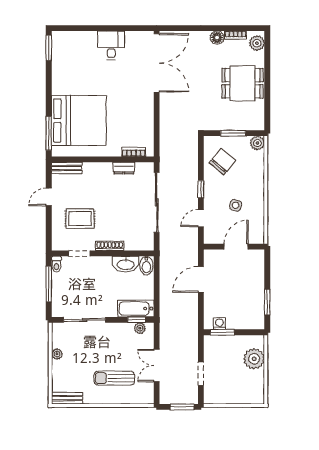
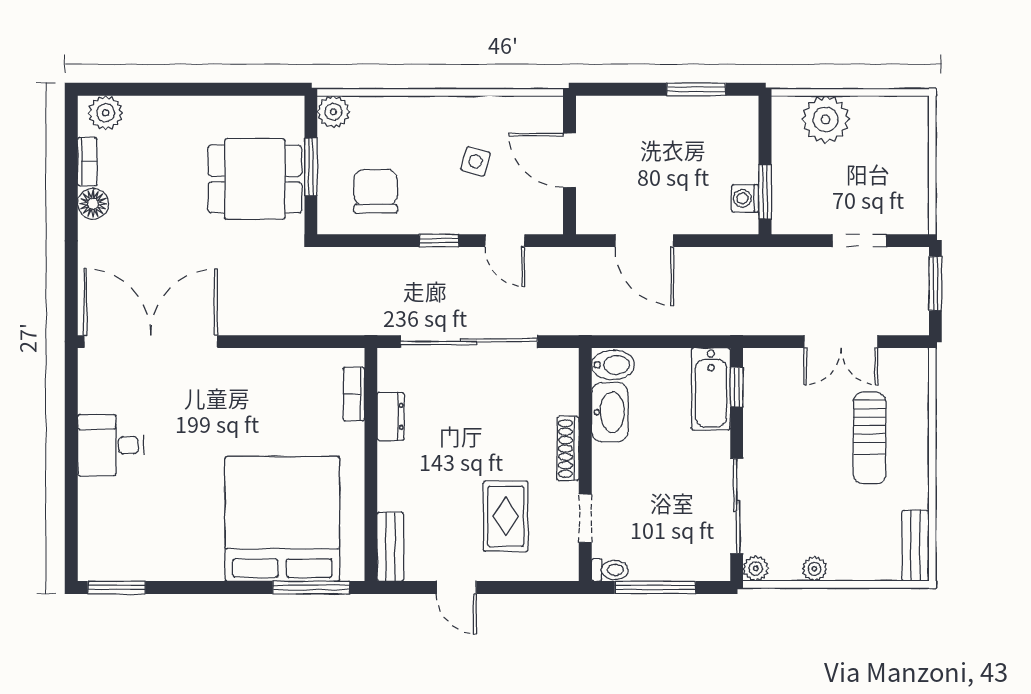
dining table: (243, 83) -> (255, 179), moved, turned 90
chair: (222, 162) -> (376, 191), turned 50
plant: (140, 328) -> (756, 568), moved

